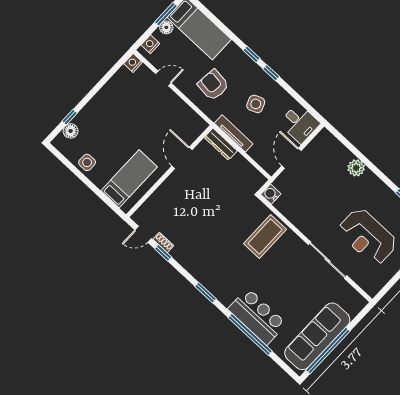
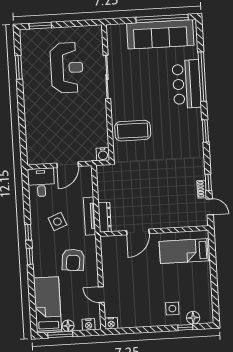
side table: (87, 162) -> (172, 309), moved
plant: (356, 168) -> (32, 119), removed

